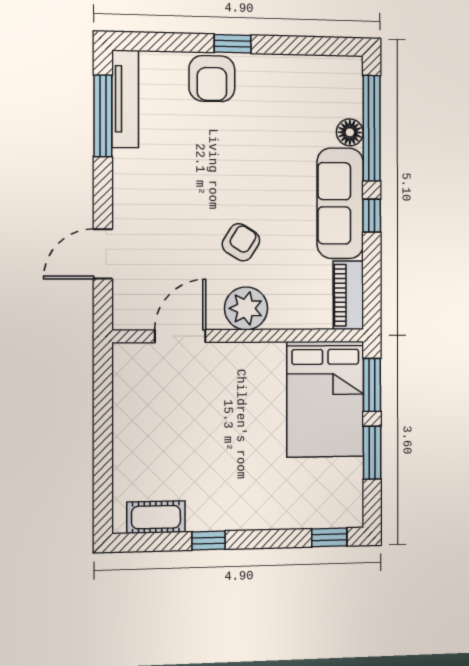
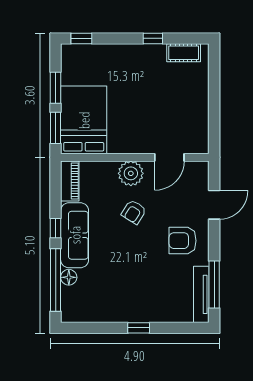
armchair: (212, 79) -> (183, 241), moved, turned -90

